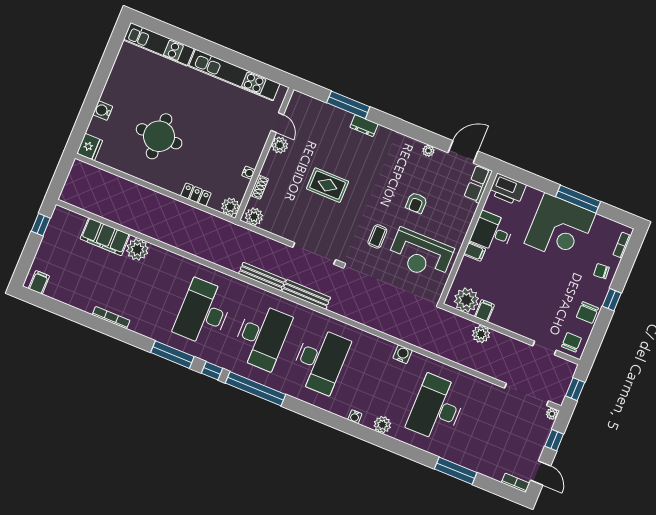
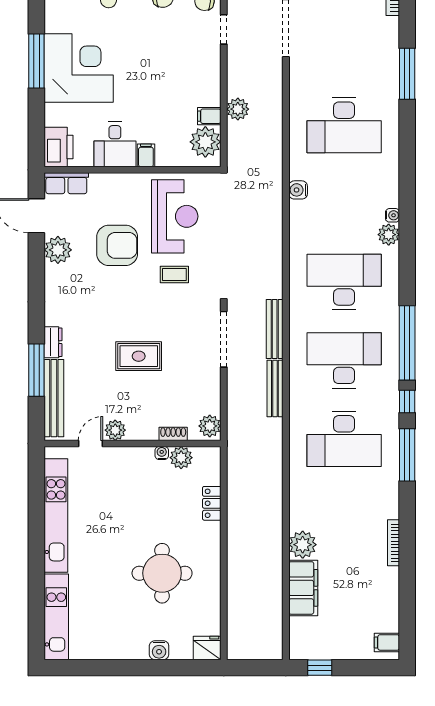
bench: (322, 109) -> (54, 398), added
plant: (428, 151) -> (58, 250), width x1.87, depth x1.87
rug: (328, 185) -> (139, 356), turned 90
armchair: (416, 203) -> (117, 245), width x1.88, depth x1.88
plant: (230, 207) -> (181, 458), moved
plant: (382, 425) -> (389, 235), moved

